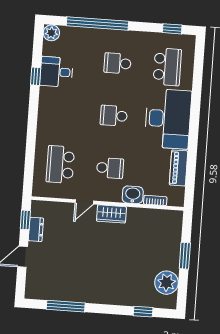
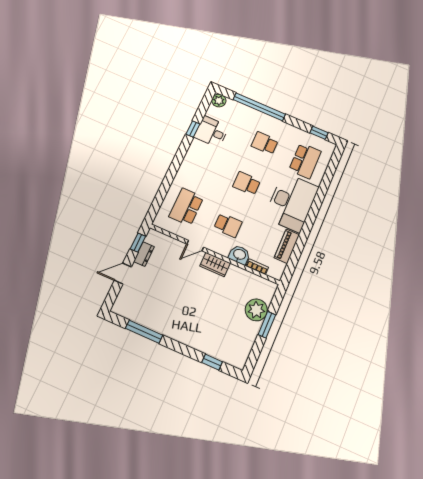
plant: (167, 283) -> (256, 310), moved

